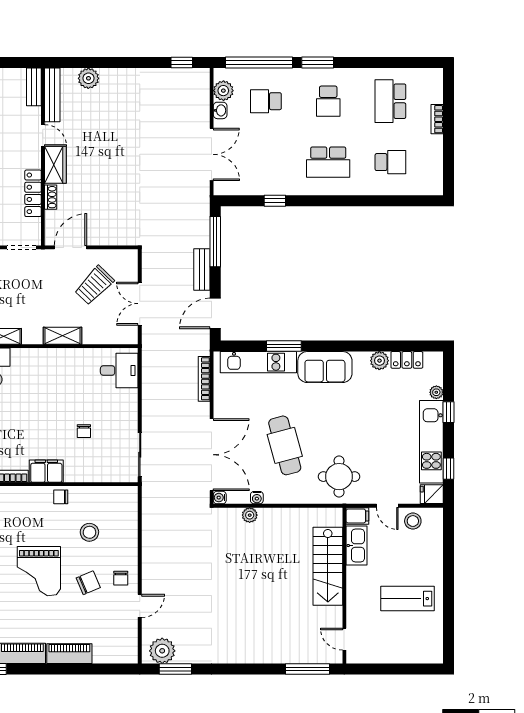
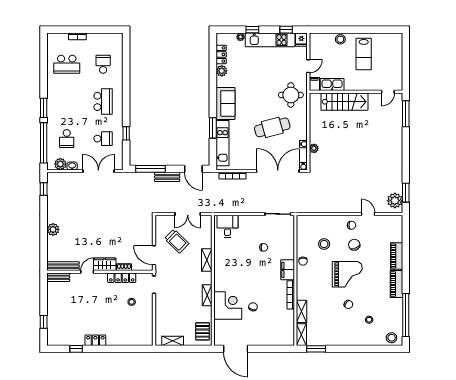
plant: (88, 78) -> (53, 229), moved
school desk: (328, 101) -> (103, 139), moved
stool: (413, 521) -> (340, 39), moved

